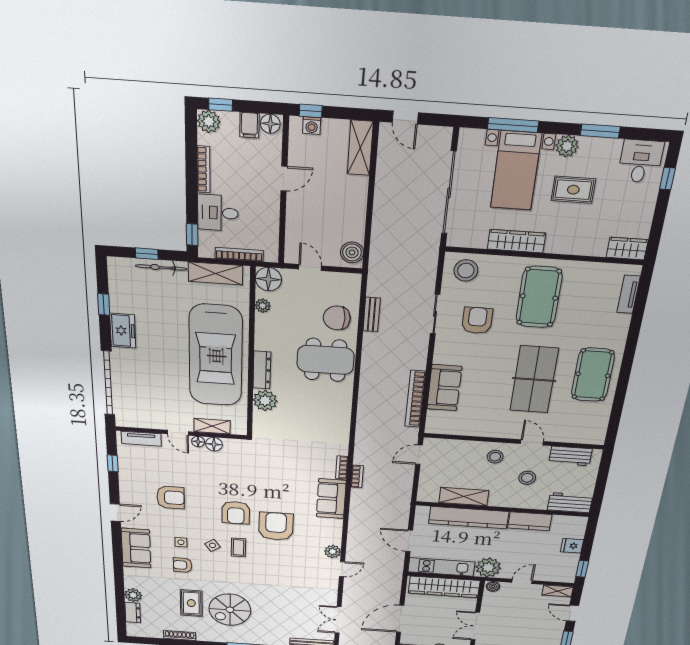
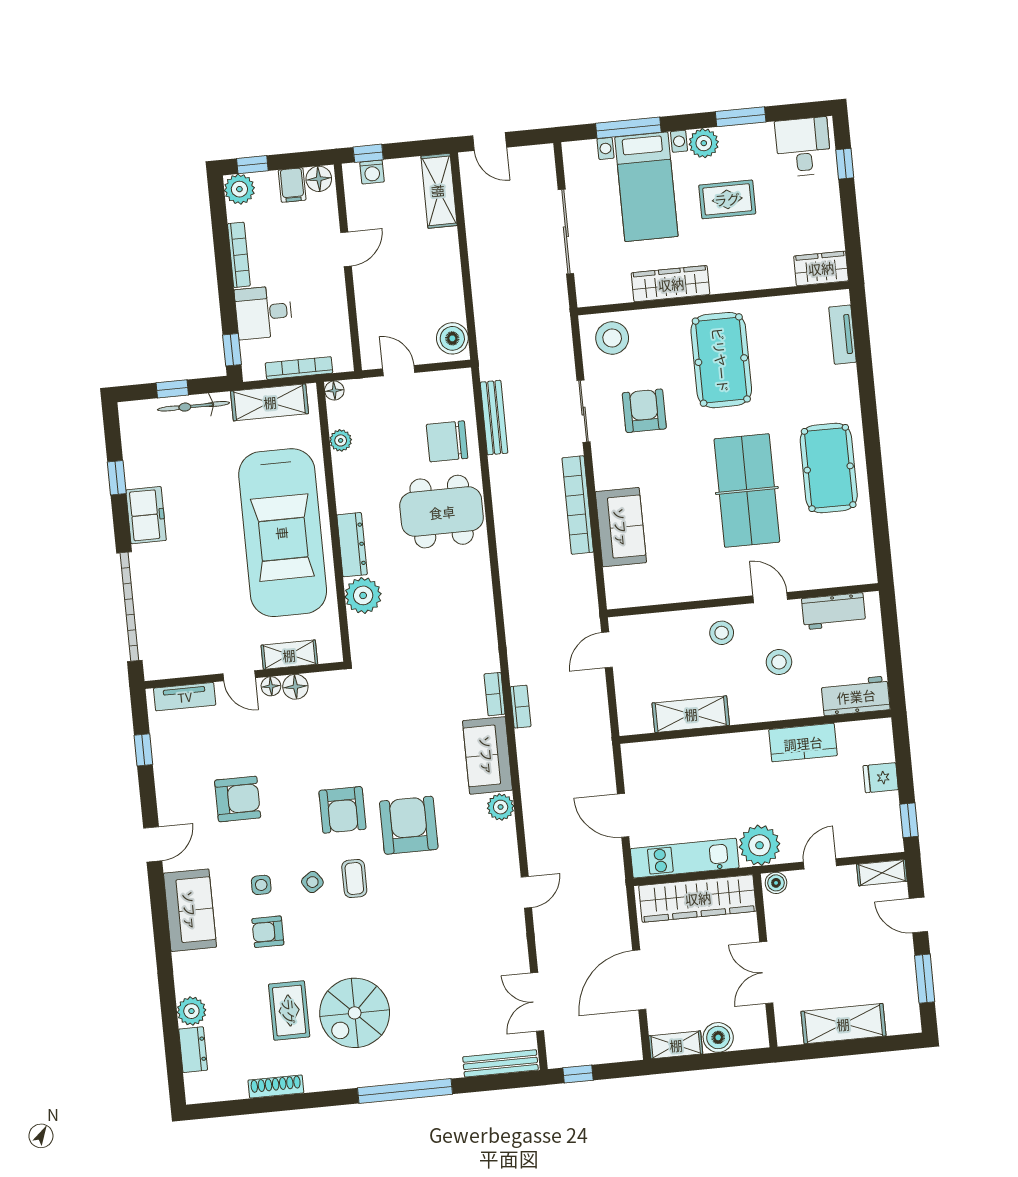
sliding door: (449, 193) -> (566, 232), width x0.73
floor lamp: (268, 279) -> (334, 391), width x0.53, depth x0.53
bench: (372, 314) -> (494, 418), width x1.36
bookcase: (415, 399) -> (578, 505), moved
kitchen counter: (469, 518) -> (707, 753), removed
plant: (333, 552) -> (501, 807), moved

